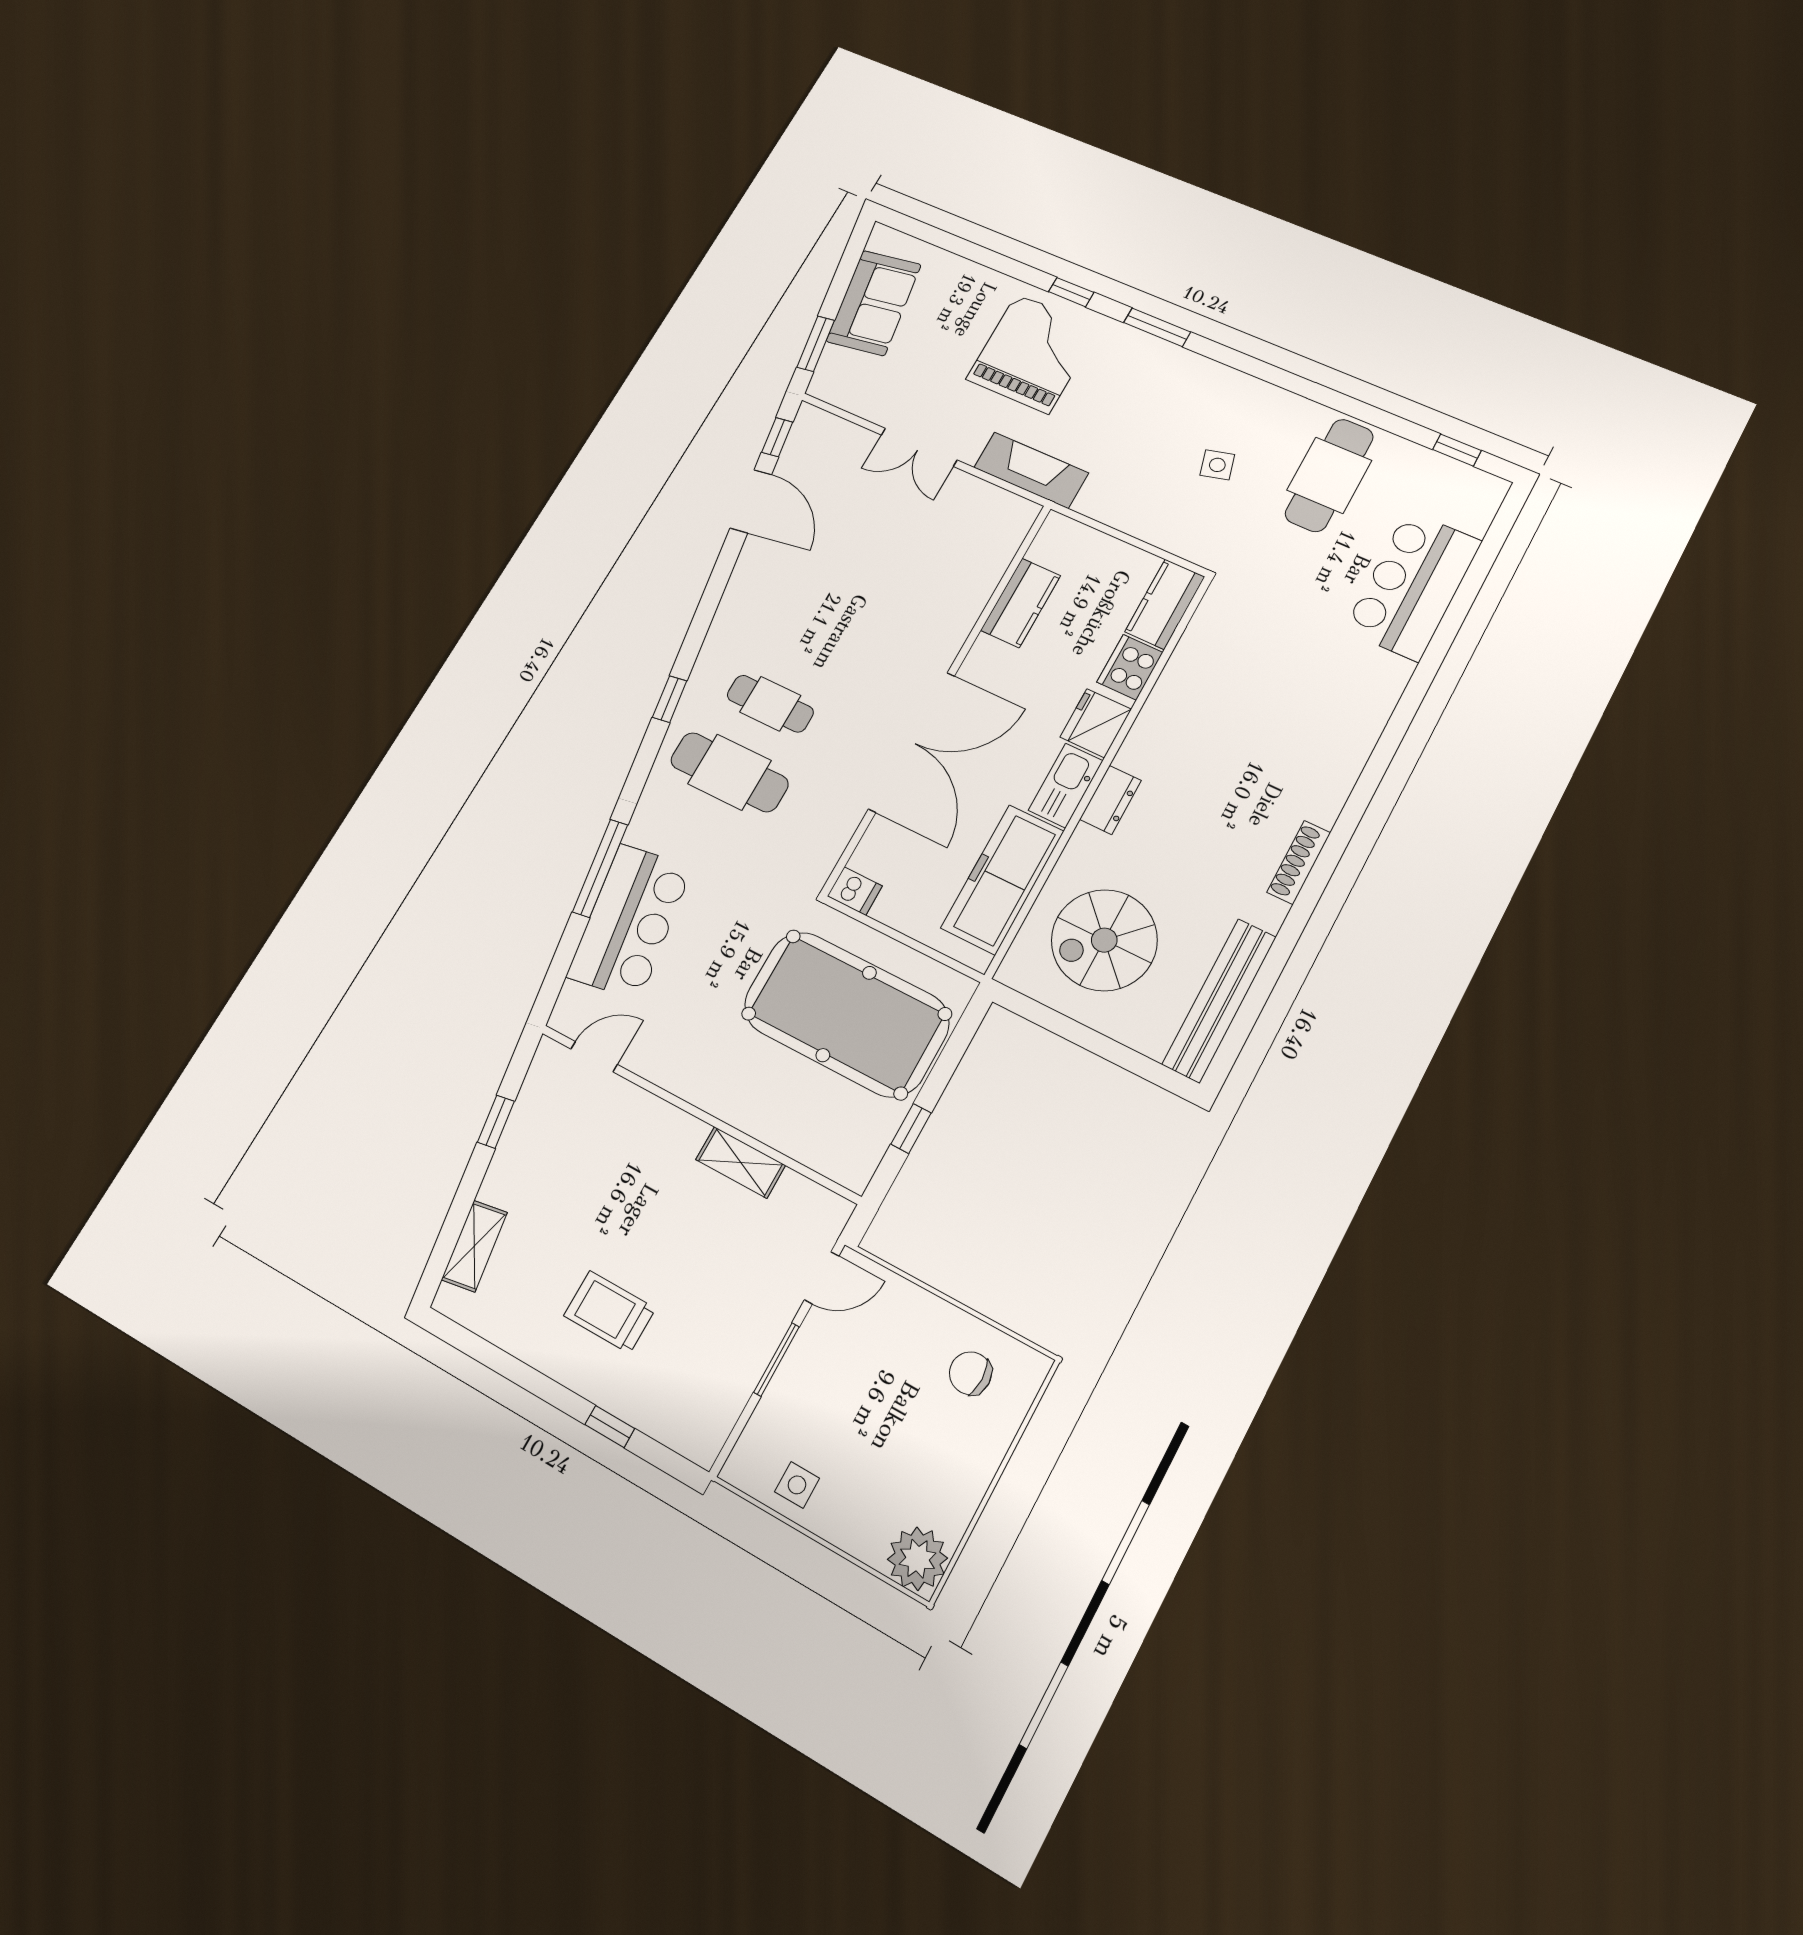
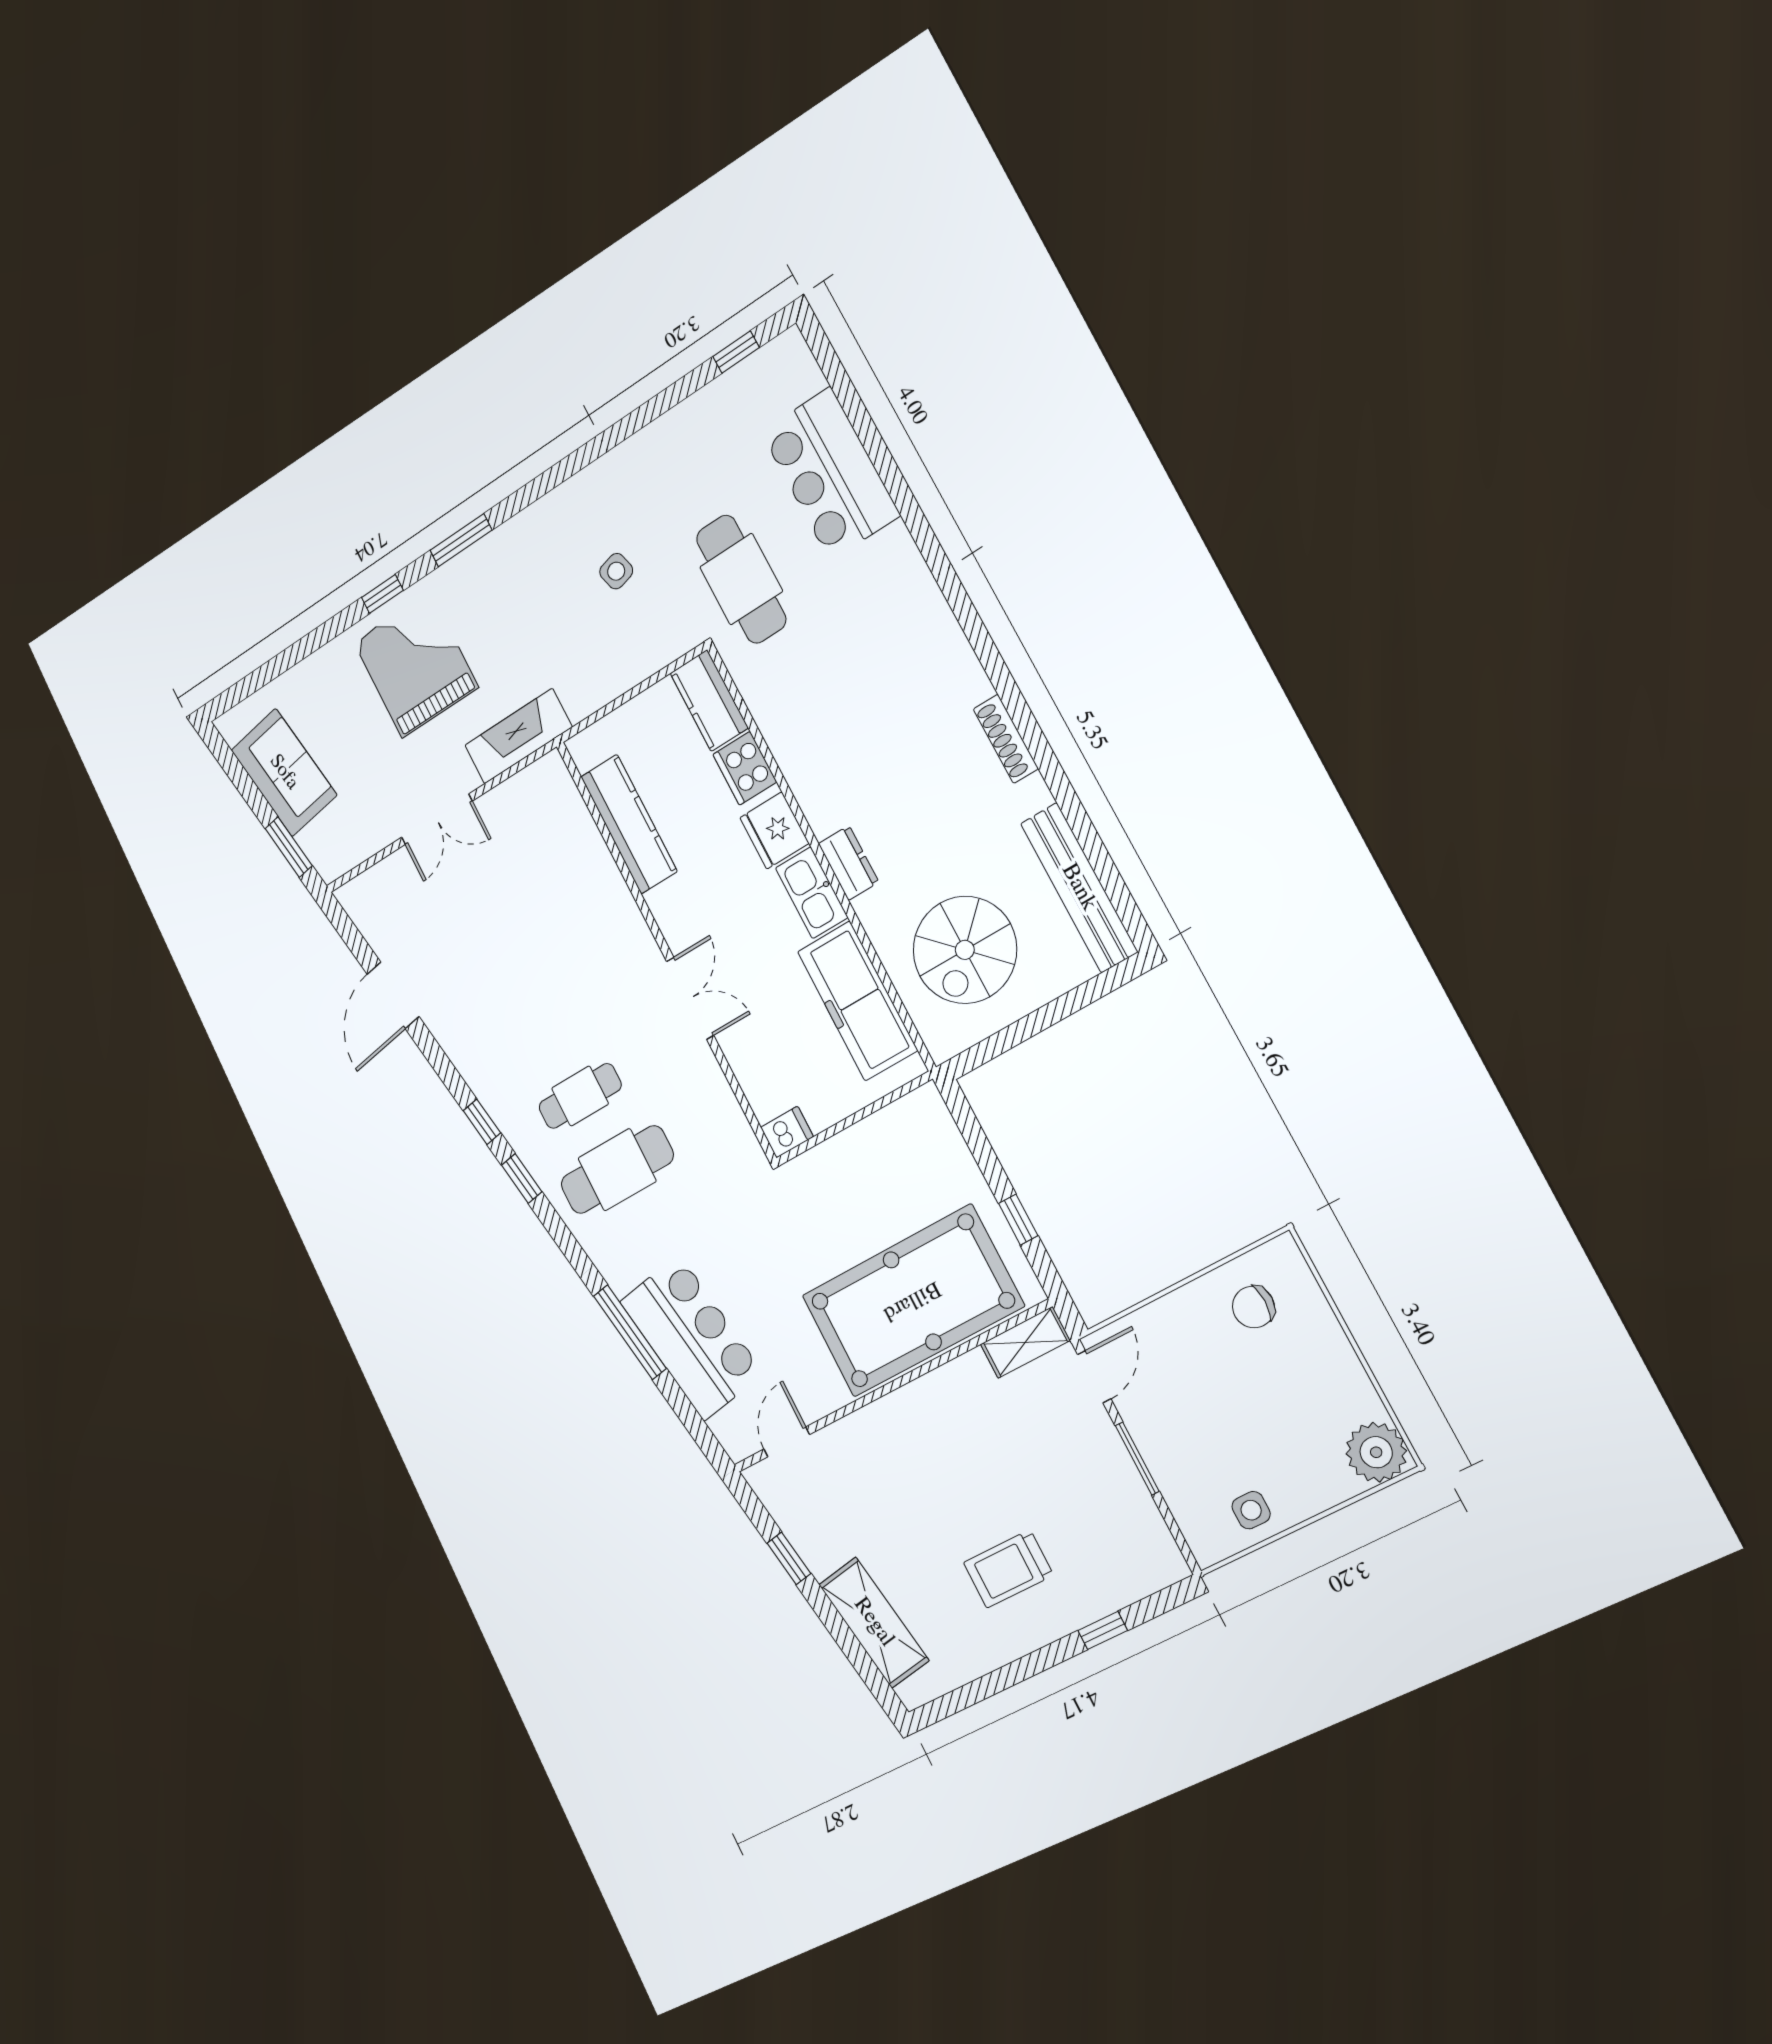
window: (777, 437) -> (482, 1122), moved
cafe table: (1329, 475) -> (741, 579), moved
door: (751, 501) -> (393, 995), swing flipped
kitchen counter: (1021, 603) -> (629, 824), width x1.50
double door: (912, 742) -> (690, 998), width x0.54
pool table: (846, 1014) -> (912, 1301), moved
shelving: (741, 1162) -> (1025, 1342), moved
shelving: (474, 1246) -> (874, 1622), width x1.50, depth x1.33

